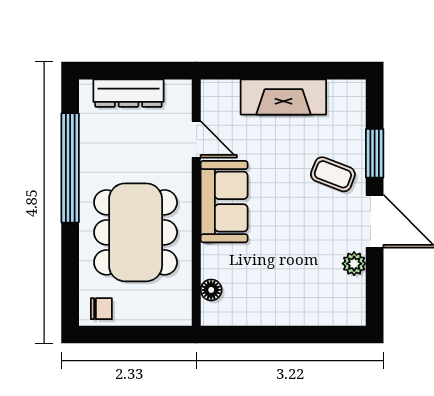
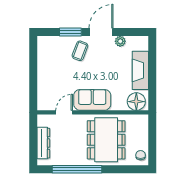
fireplace: (283, 97) -> (140, 70), moved, turned 180
dining table: (136, 232) -> (106, 140), turned 90
floor lamp: (211, 290) -> (136, 102), width x1.89, depth x1.89

